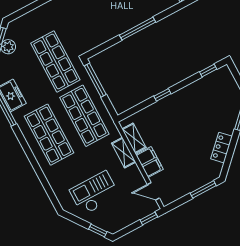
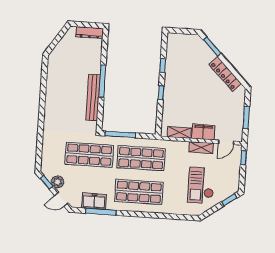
bench: (115, 30) -> (93, 97), added
window: (208, 70) -> (163, 65), moved
locker: (221, 148) -> (225, 74), width x1.53
shelving: (124, 153) -> (201, 148), moved
window: (203, 189) -> (246, 118), moved

